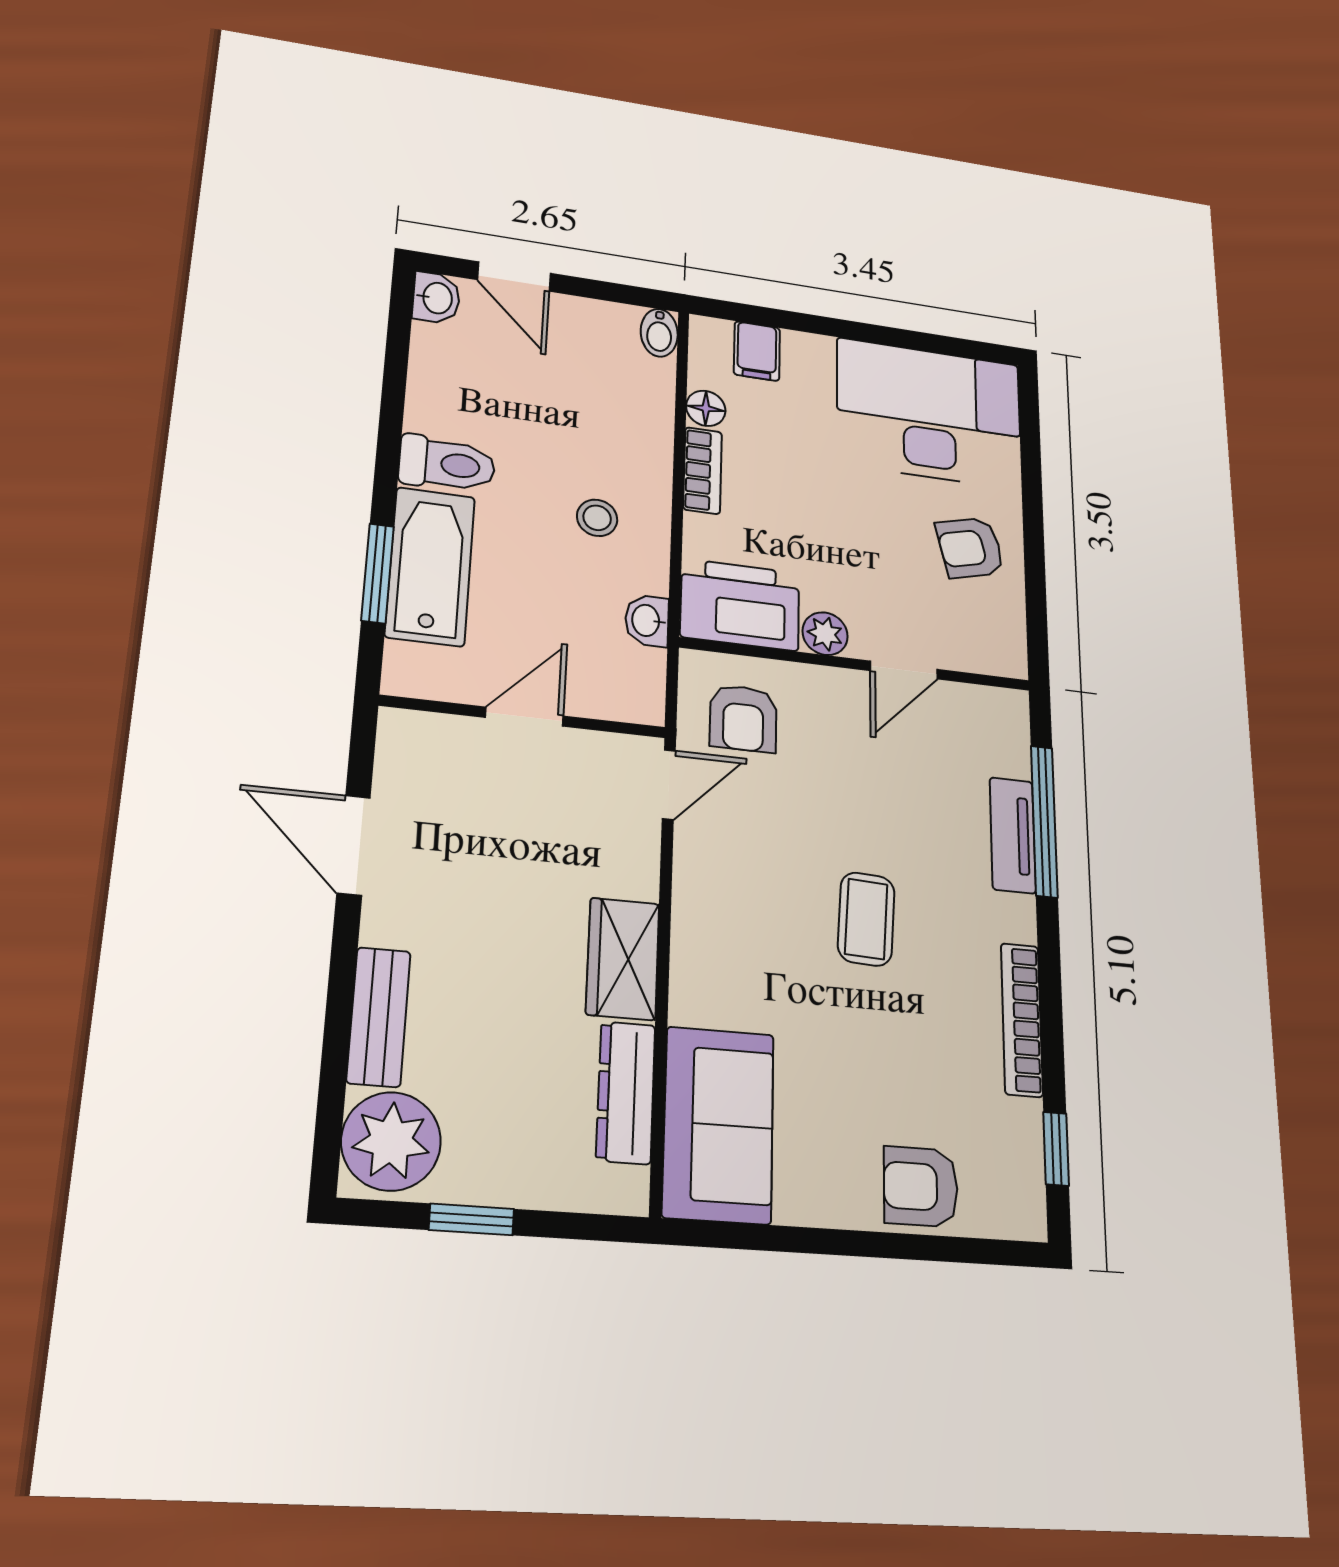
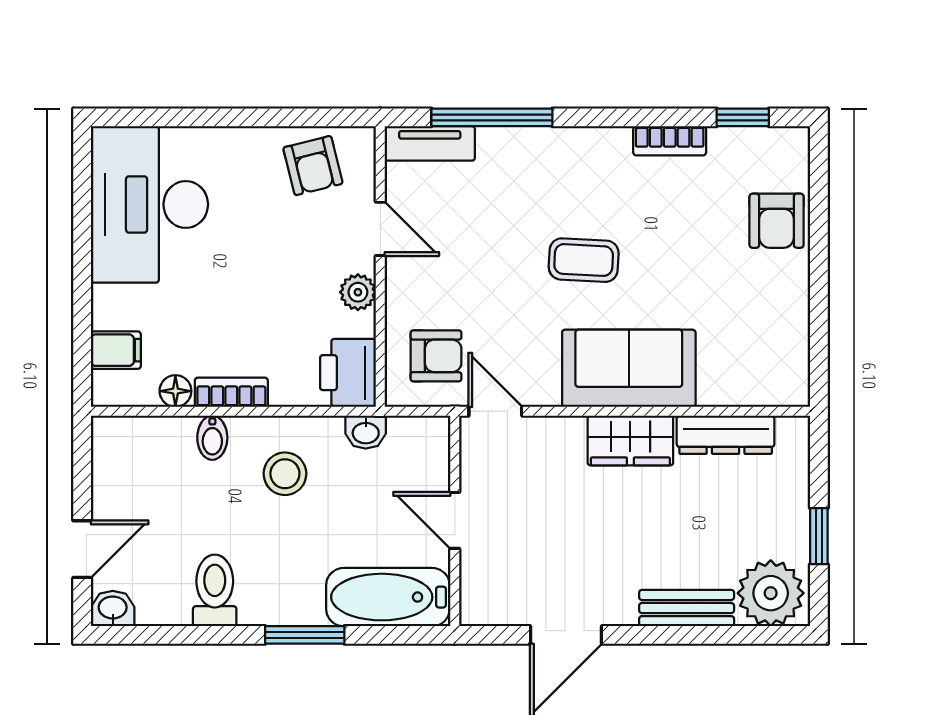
bidet: (659, 333) -> (212, 438), moved, turned 90
toilet: (447, 464) -> (215, 590), moved
stool: (597, 518) -> (285, 474), width x1.37, depth x1.37
armchair: (970, 548) -> (313, 166), moved
bathtub: (430, 566) -> (388, 597), moved
window: (378, 573) -> (305, 635), moved
printer: (740, 605) -> (348, 373), width x0.73, depth x0.84
tv unit: (1013, 835) -> (430, 143), moved
bookcase: (1022, 1020) -> (670, 141), width x0.64
sofa: (719, 1125) -> (629, 368), moved

